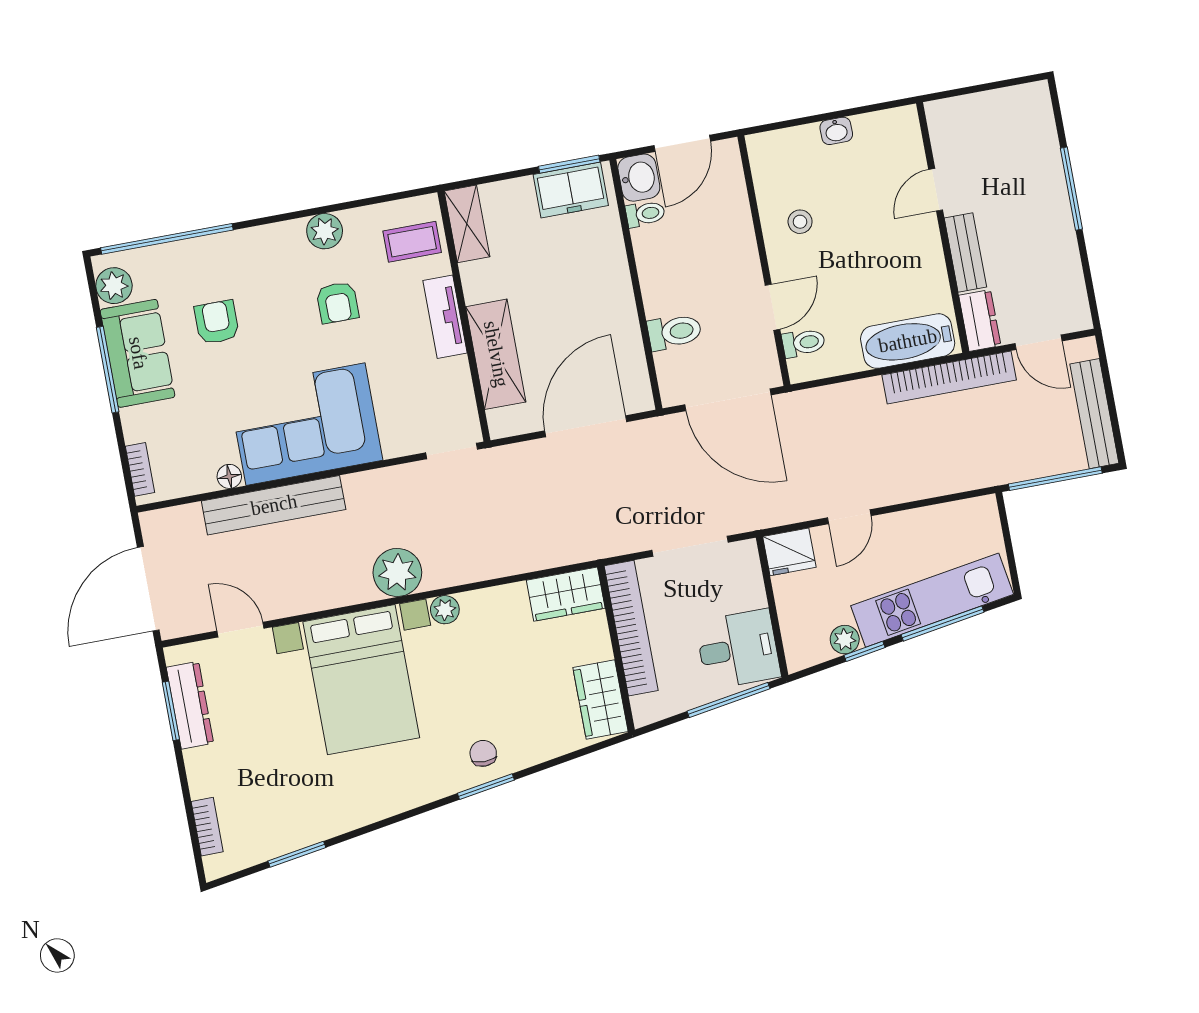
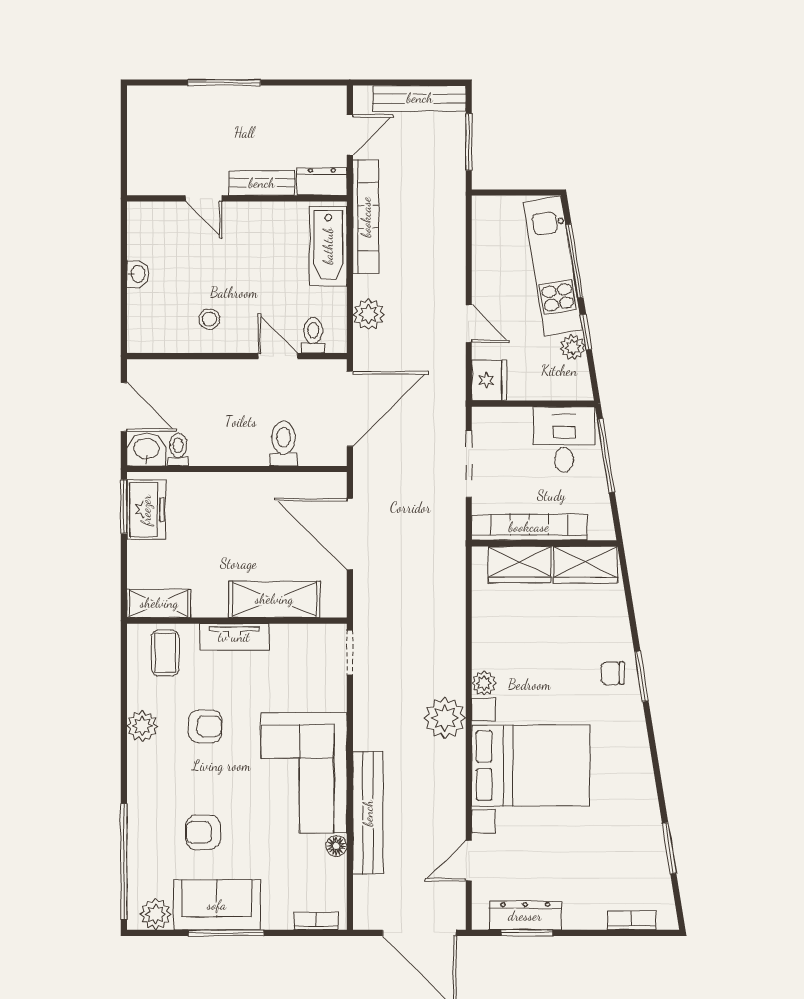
plant: (839, 401) -> (369, 314), added
window: (1055, 479) -> (469, 142), width x0.69
wardrobe: (566, 594) -> (520, 565), moved, turned 90

